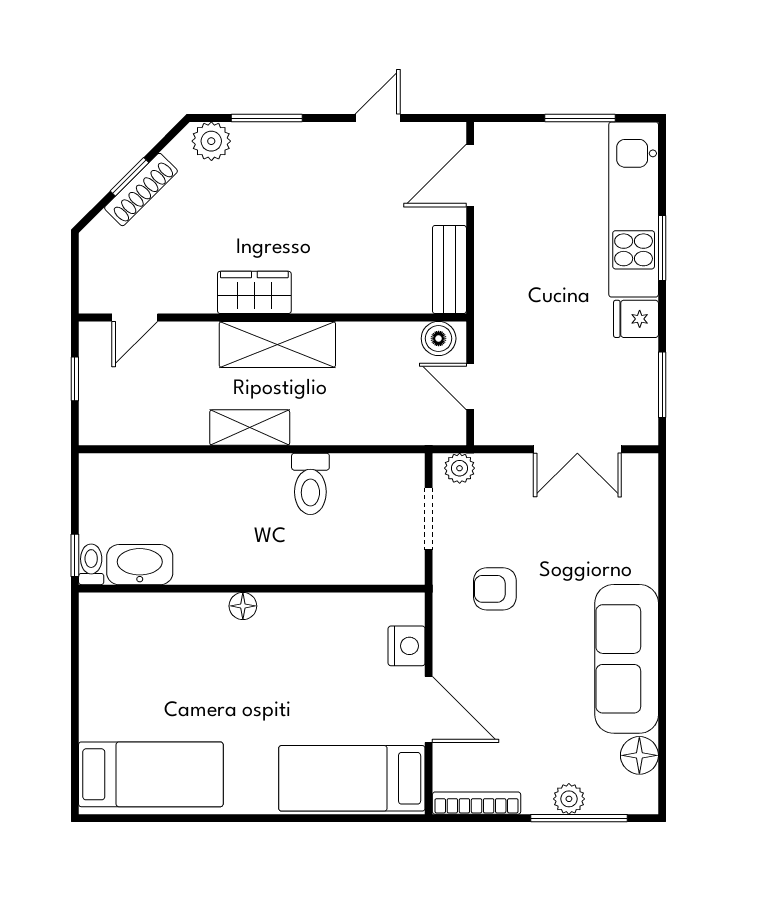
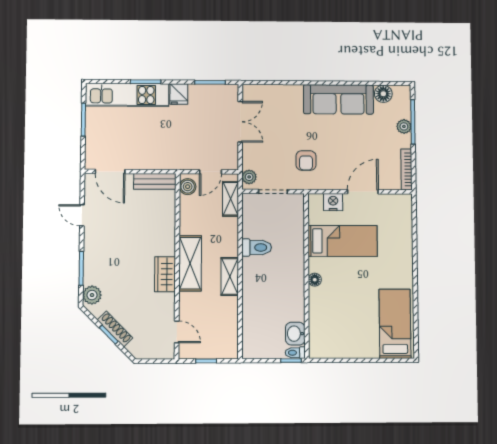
shelving: (413, 429) -> (230, 199), added
washbasin: (140, 565) -> (295, 334), width x0.72
bed: (352, 778) -> (343, 241), moved, turned -90

